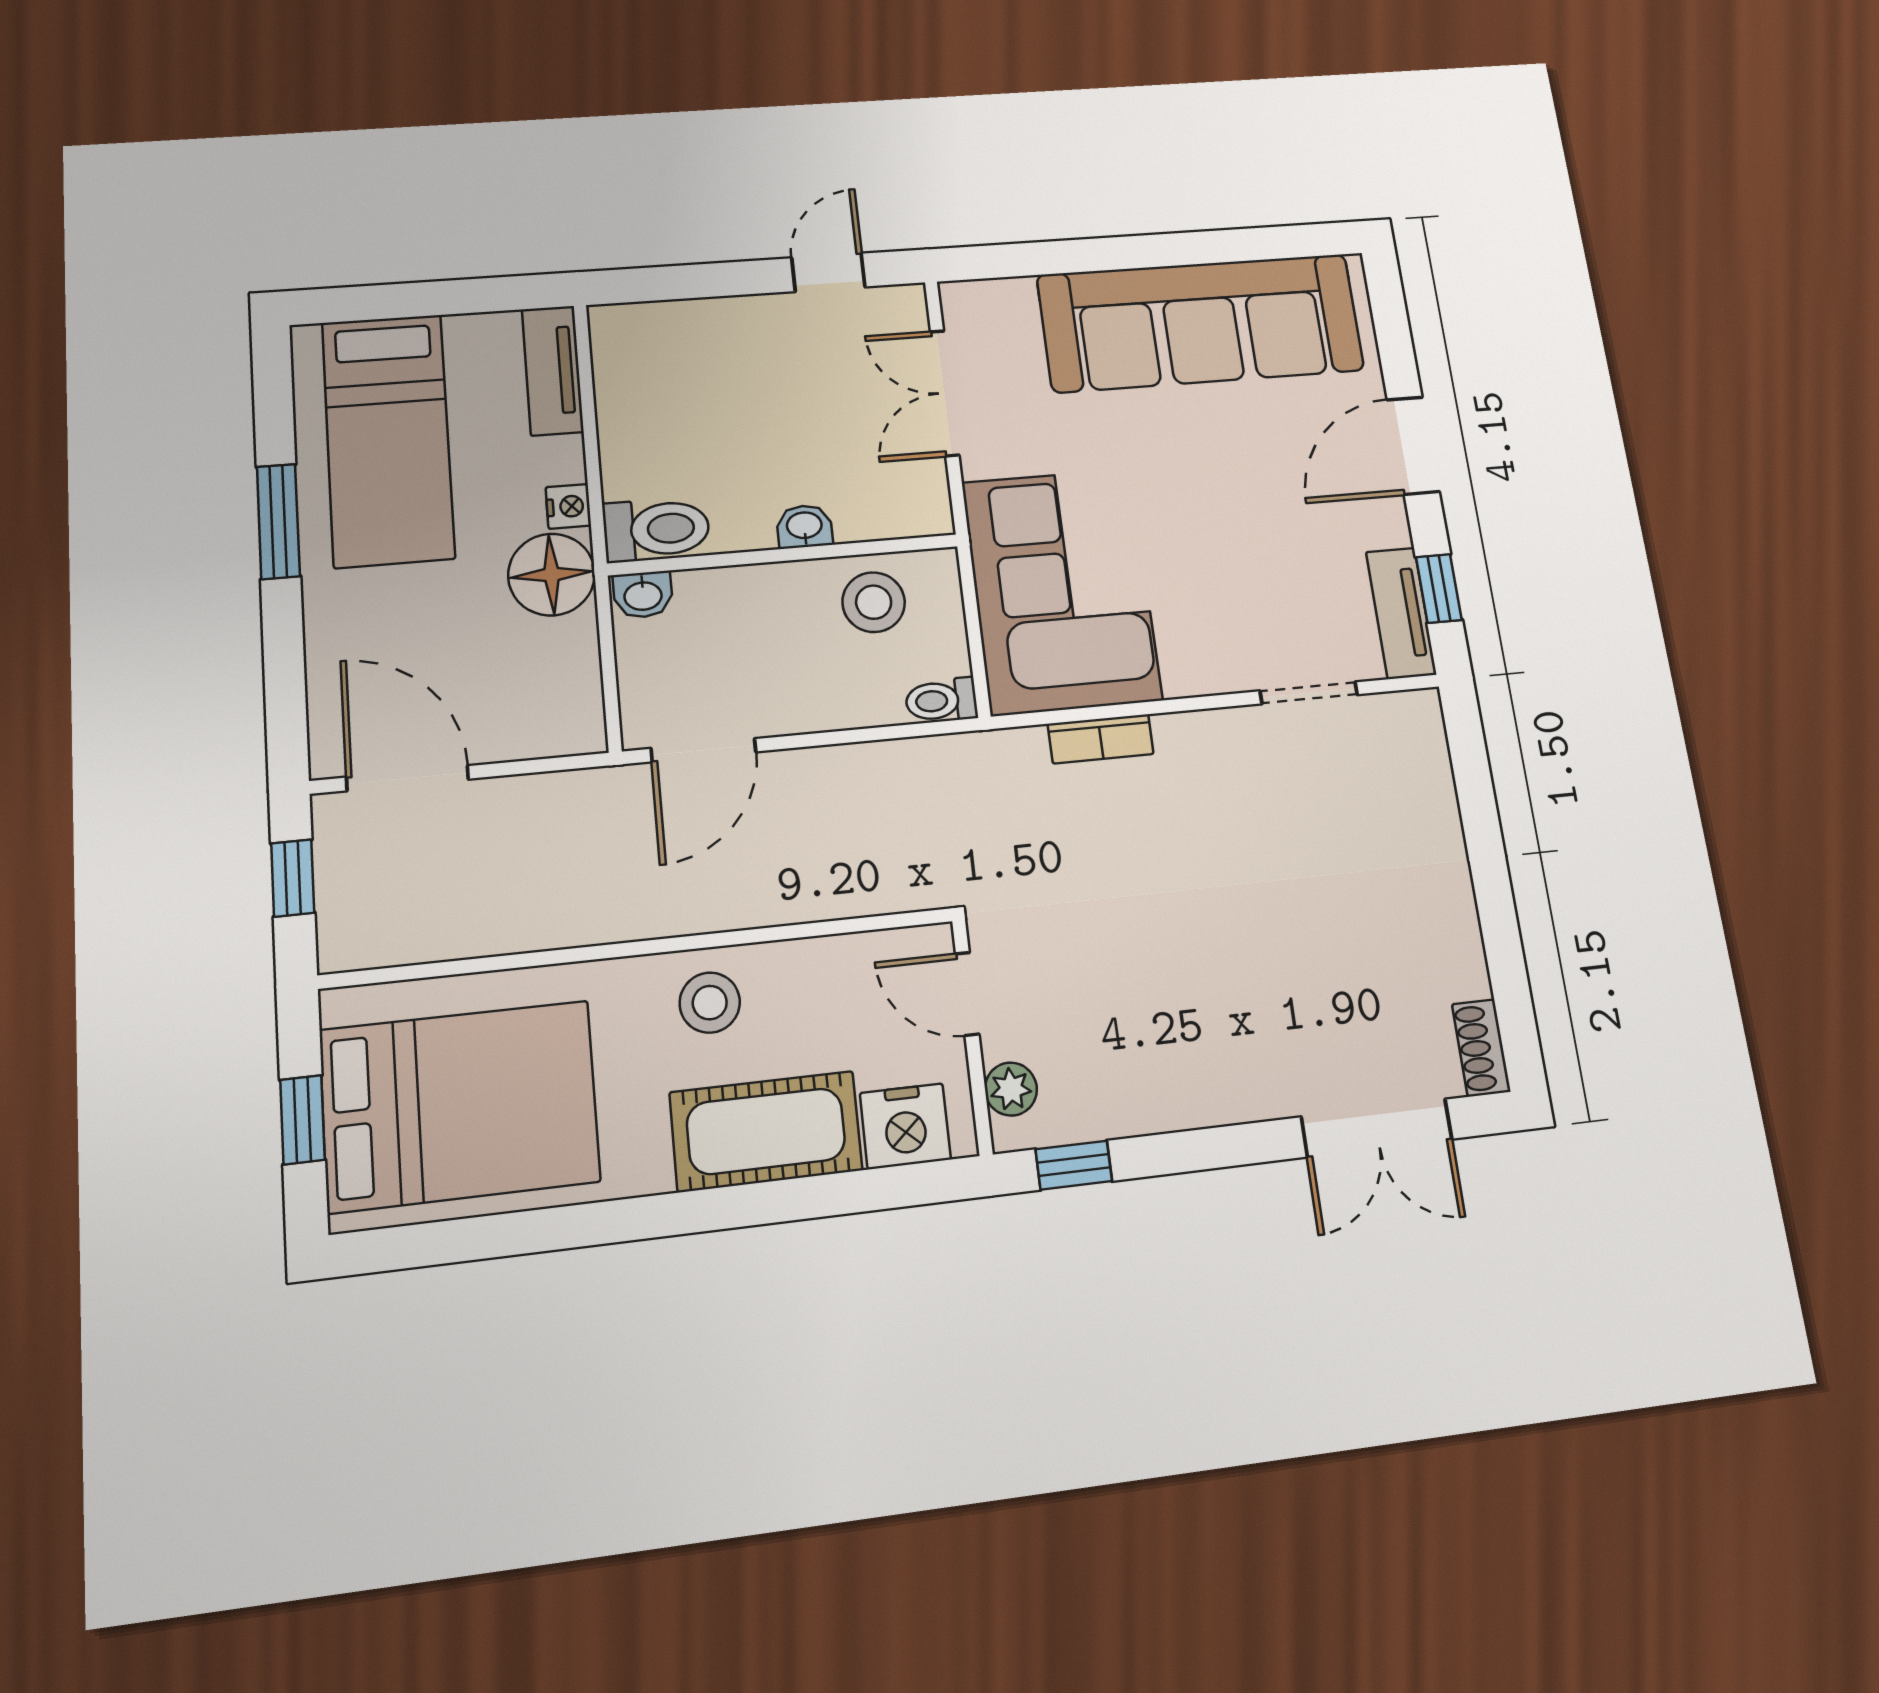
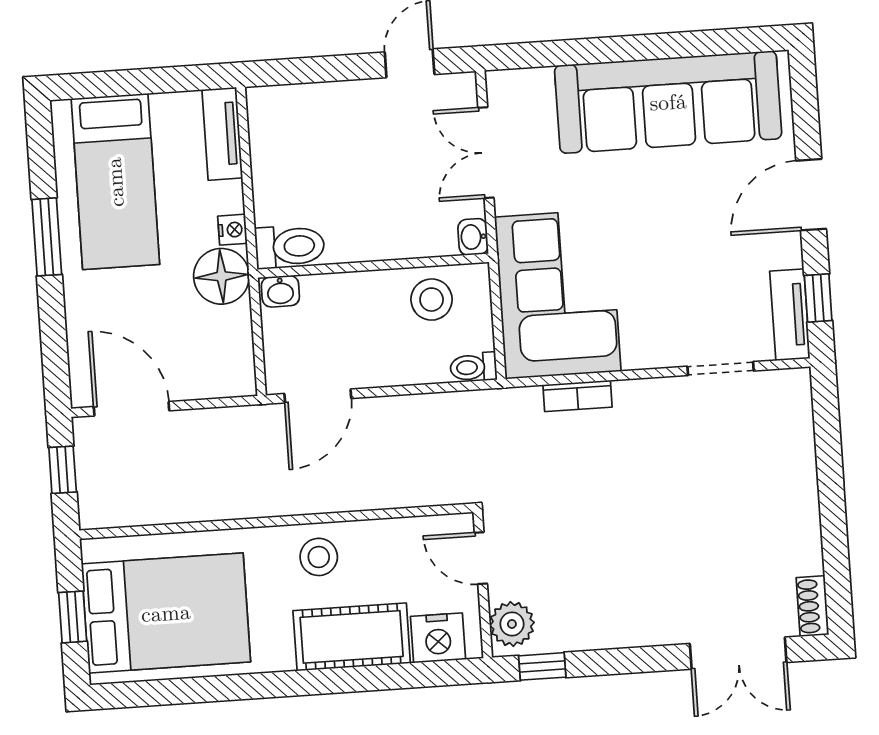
washbasin: (804, 526) -> (473, 237), moved, turned -90
plant: (1011, 1089) -> (512, 624), width x1.38, depth x1.38

